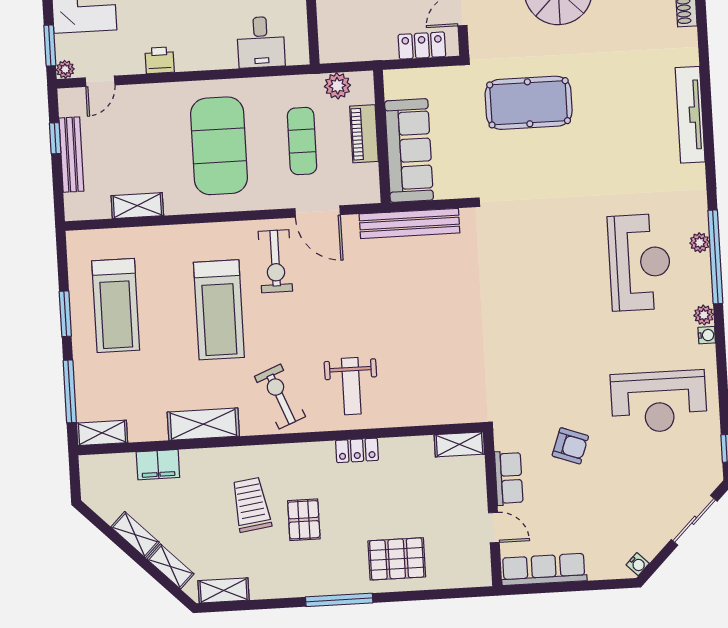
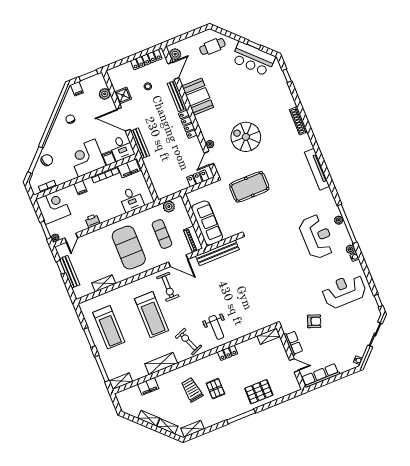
piano: (364, 134) -> (193, 239), moved
reception desk: (659, 402) -> (344, 291), turned 180

